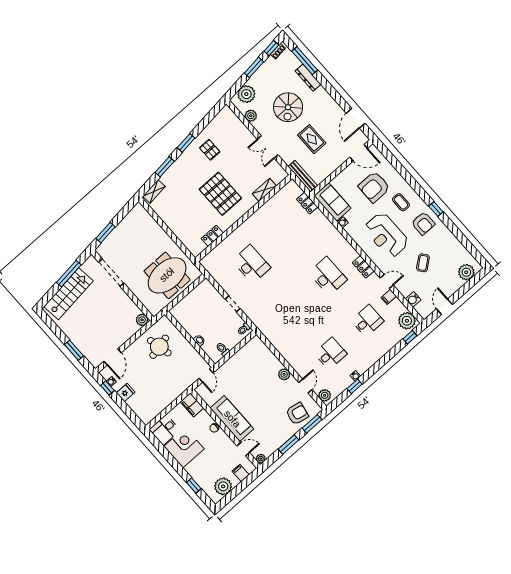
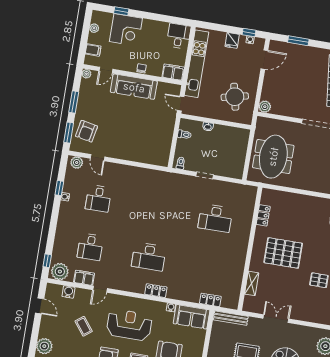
plant: (251, 116) -> (308, 332), removed
locker: (363, 267) -> (156, 291), moved
filing cabinet: (389, 297) -> (84, 278), width x2.00
door: (113, 357) -> (264, 60), swing flipped
plant: (284, 374) -> (121, 153), removed
kitchen unit: (168, 397) -> (197, 64), added
corner desk: (184, 448) -> (126, 30), moved
plant: (223, 486) -> (94, 28), width x0.53, depth x0.53

